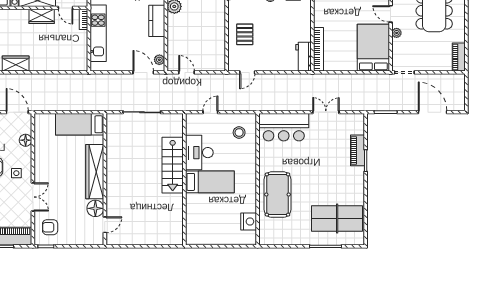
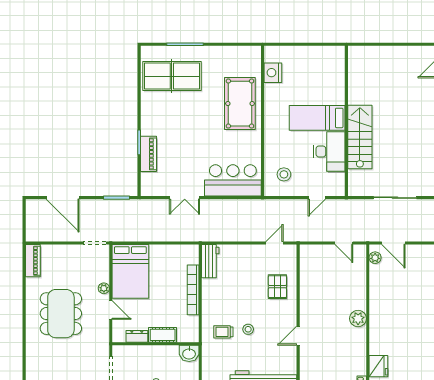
kitchen counter: (157, 21) -> (378, 302), removed
bookcase: (319, 49) -> (193, 290), moved

